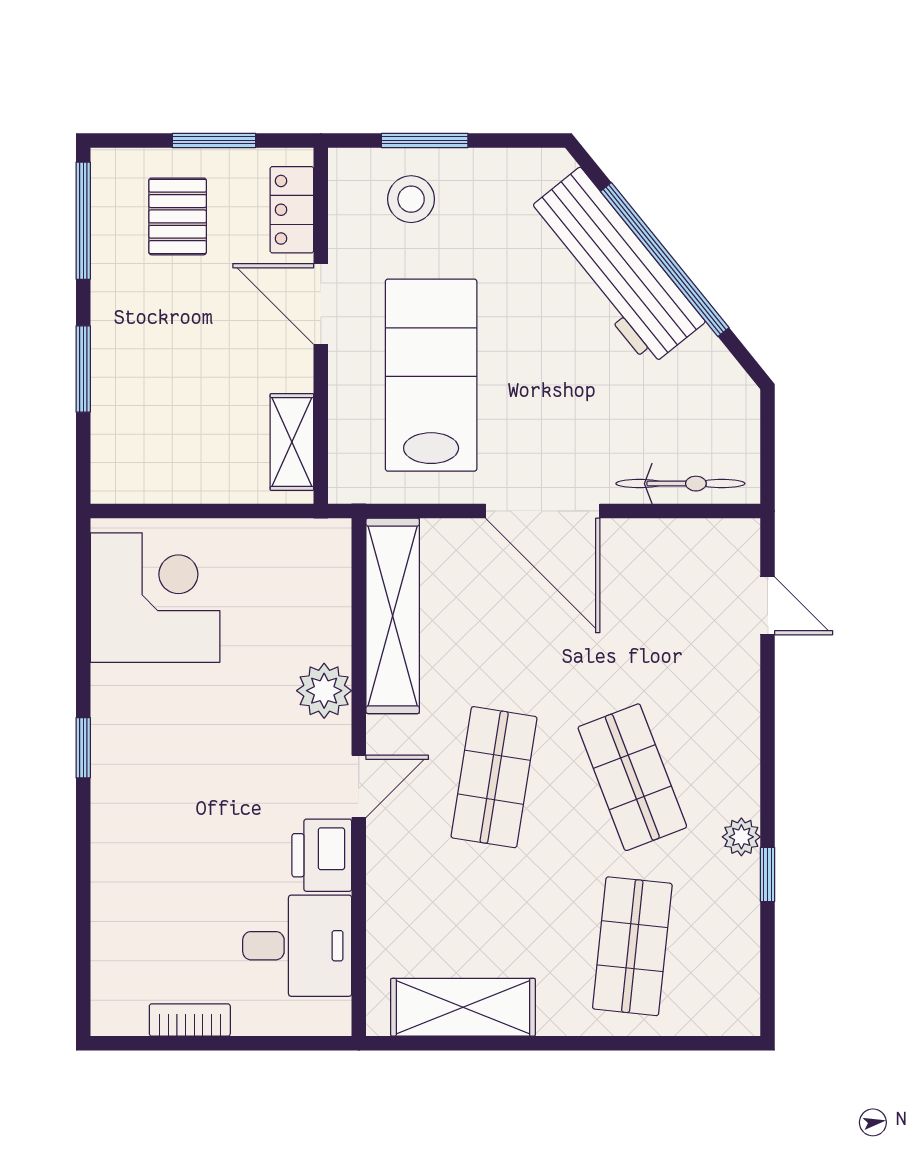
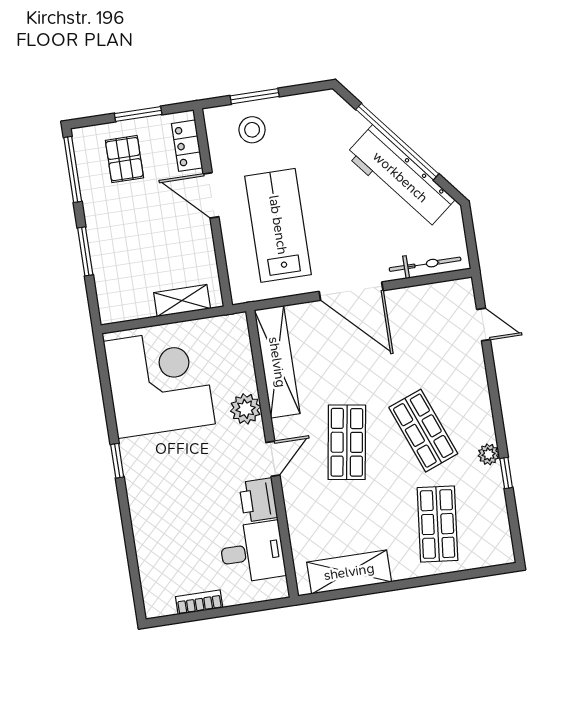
workbench: (615, 267) -> (400, 177), moved
shelving: (292, 442) -> (182, 301), moved, turned 90
corner desk: (155, 598) -> (159, 383), width x1.36, depth x1.36

